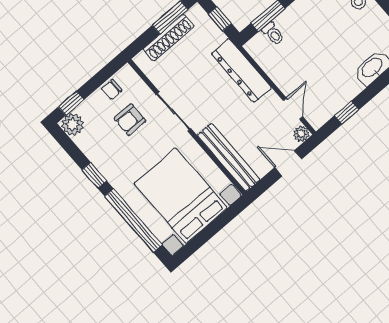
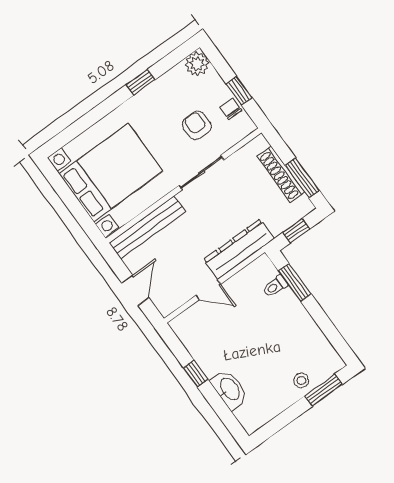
window: (71, 103) -> (239, 91), moved
door: (293, 109) -> (208, 290), moved
window: (347, 113) -> (196, 374), moved
plant: (301, 134) -> (166, 307), removed
window: (134, 221) -> (89, 120), removed

